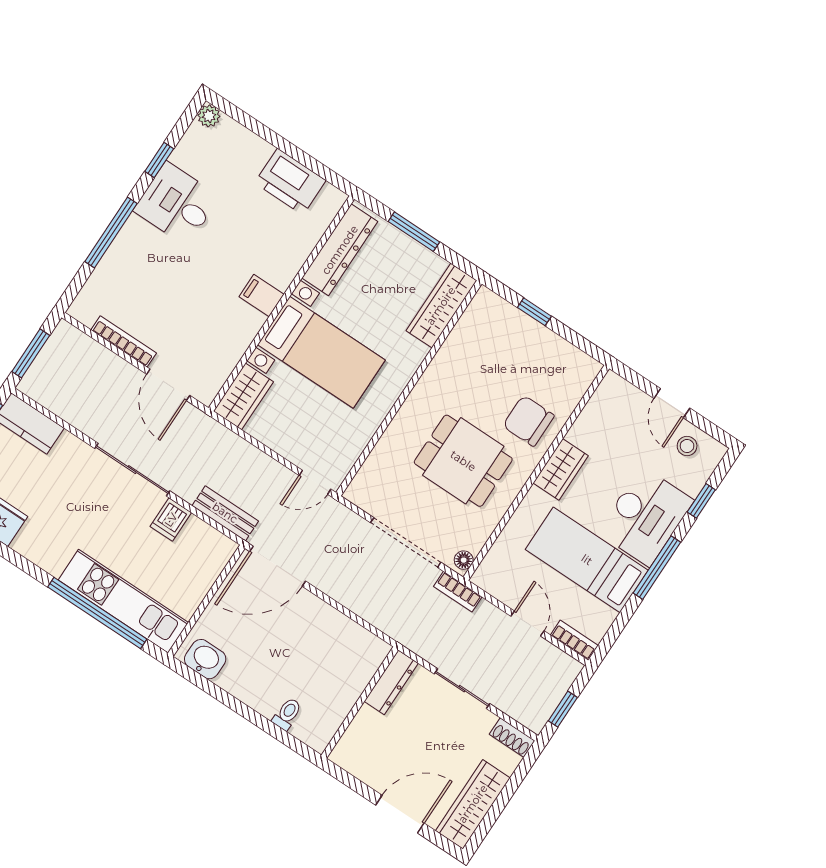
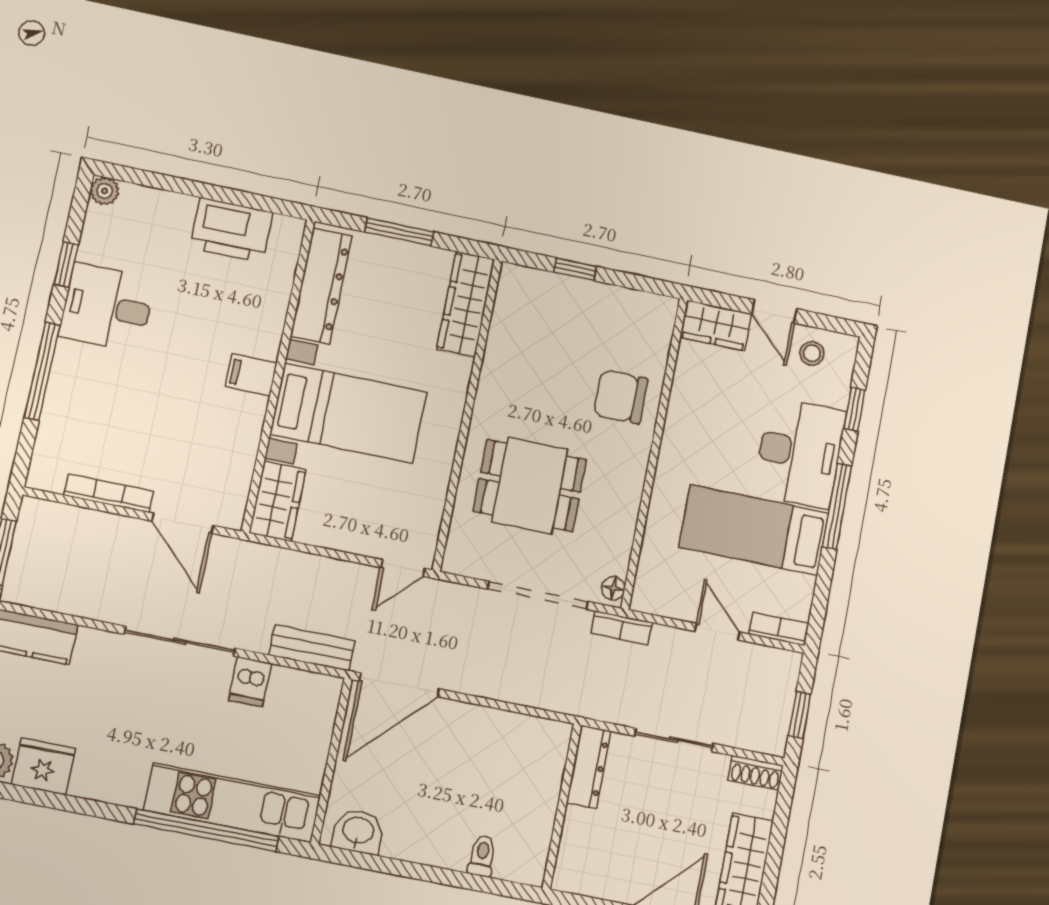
dining table: (463, 461) -> (530, 485), moved
wardrobe: (561, 469) -> (716, 325), moved, turned 90

